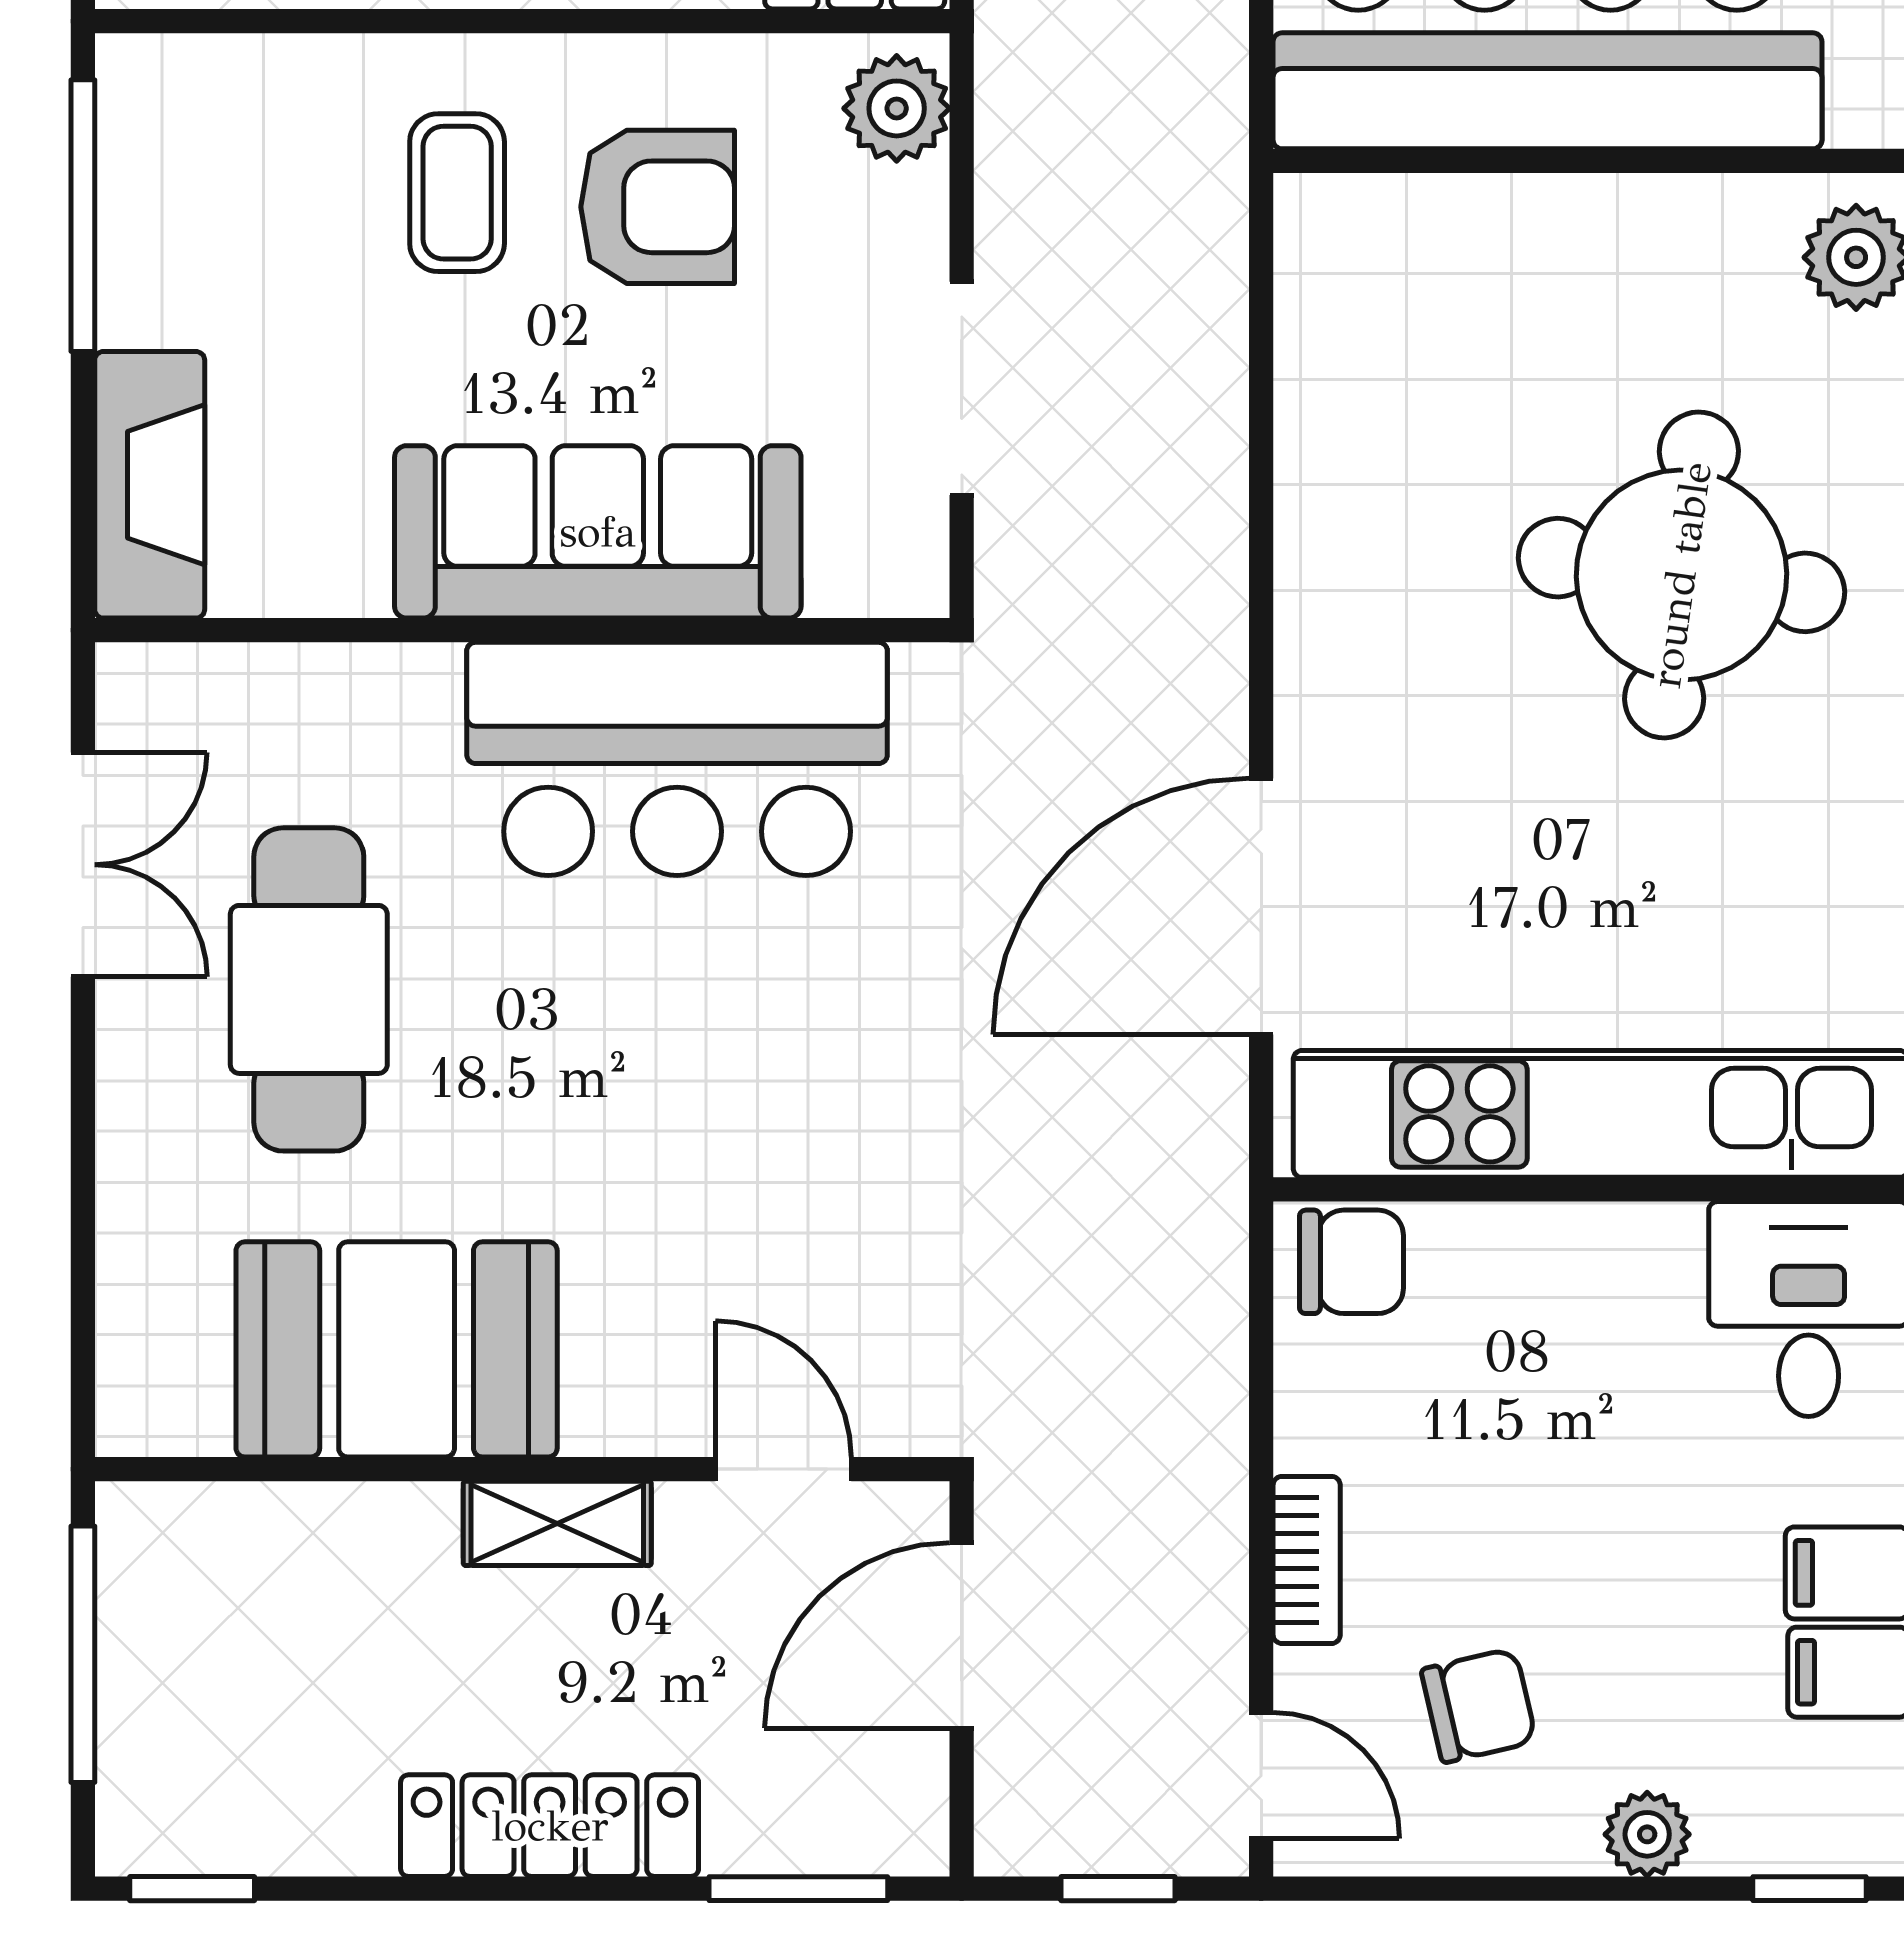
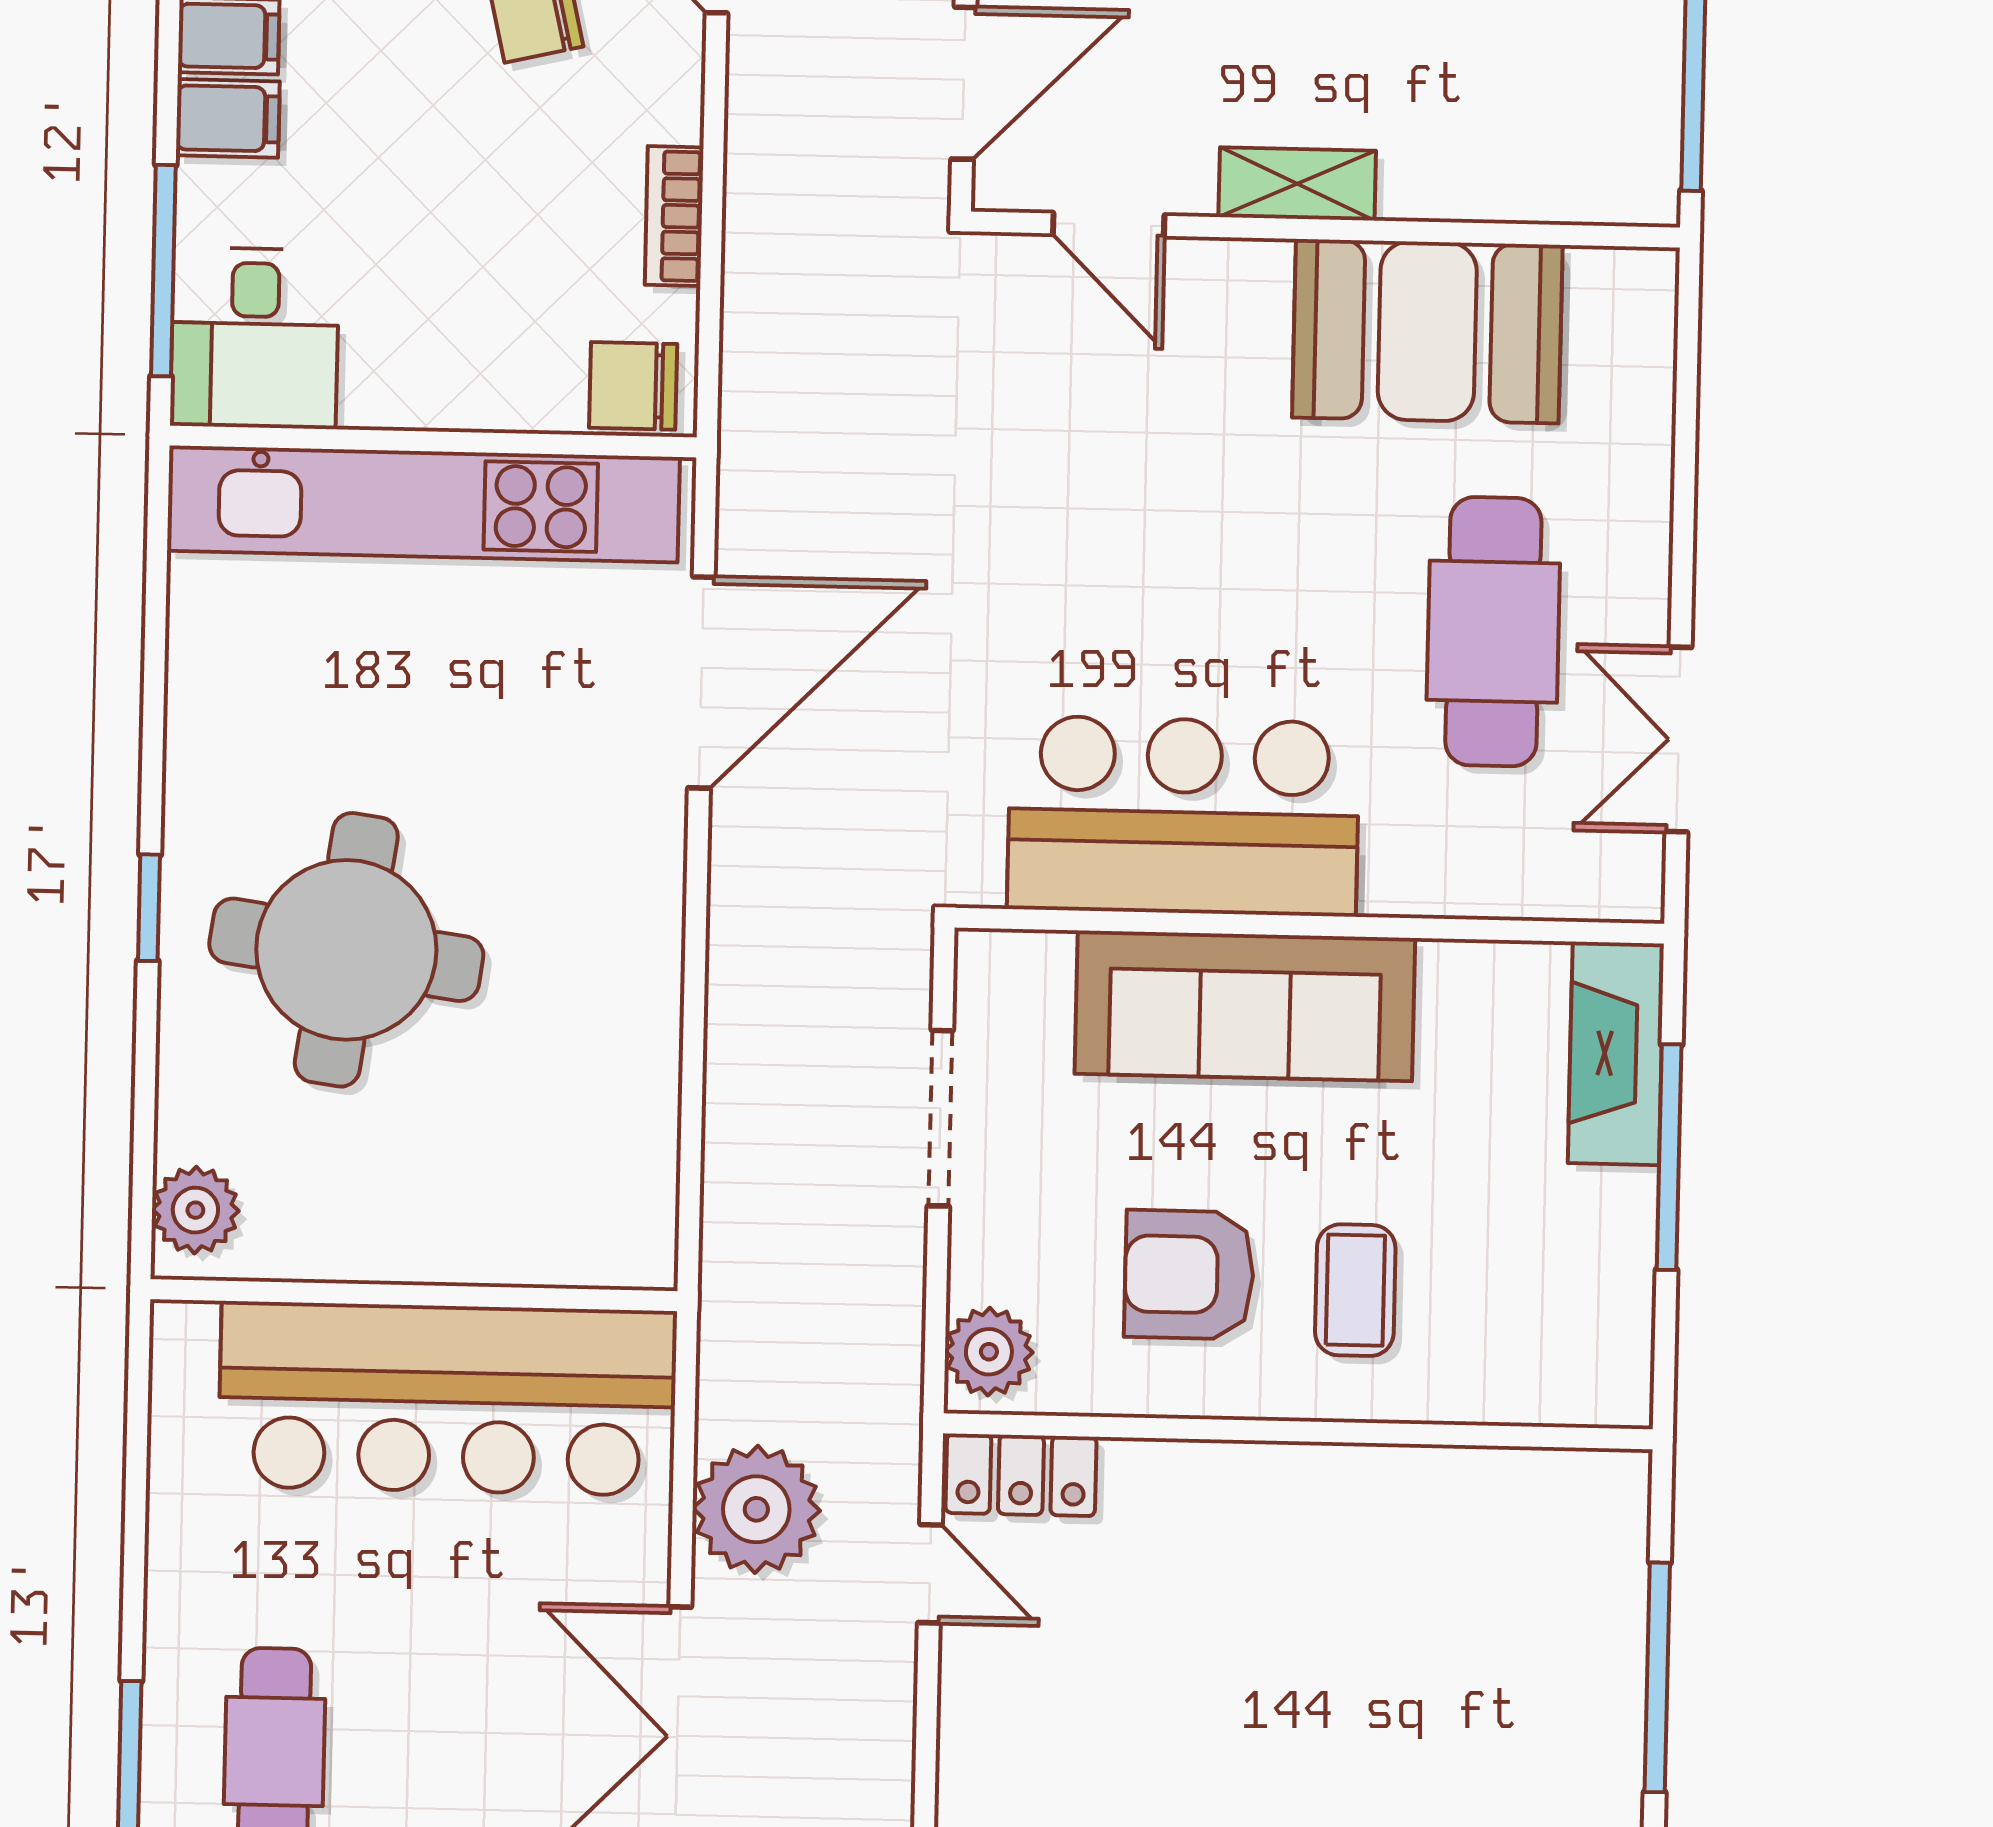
window: (83, 216) -> (1669, 1157), moved
bookcase: (1307, 1560) -> (674, 216), moved

